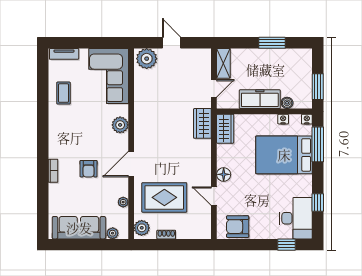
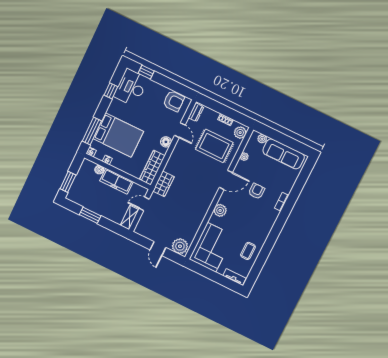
window: (318, 87) -> (68, 182), moved
wardrobe: (225, 129) -> (152, 168), width x1.50
dresser: (205, 226) -> (196, 112), added

